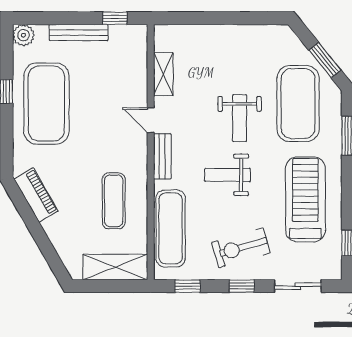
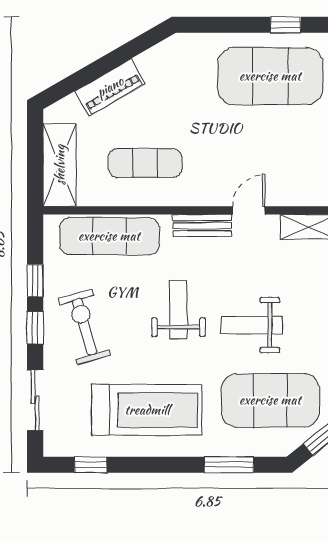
piano: (36, 195) -> (110, 87), moved
window: (188, 286) -> (35, 281), moved

